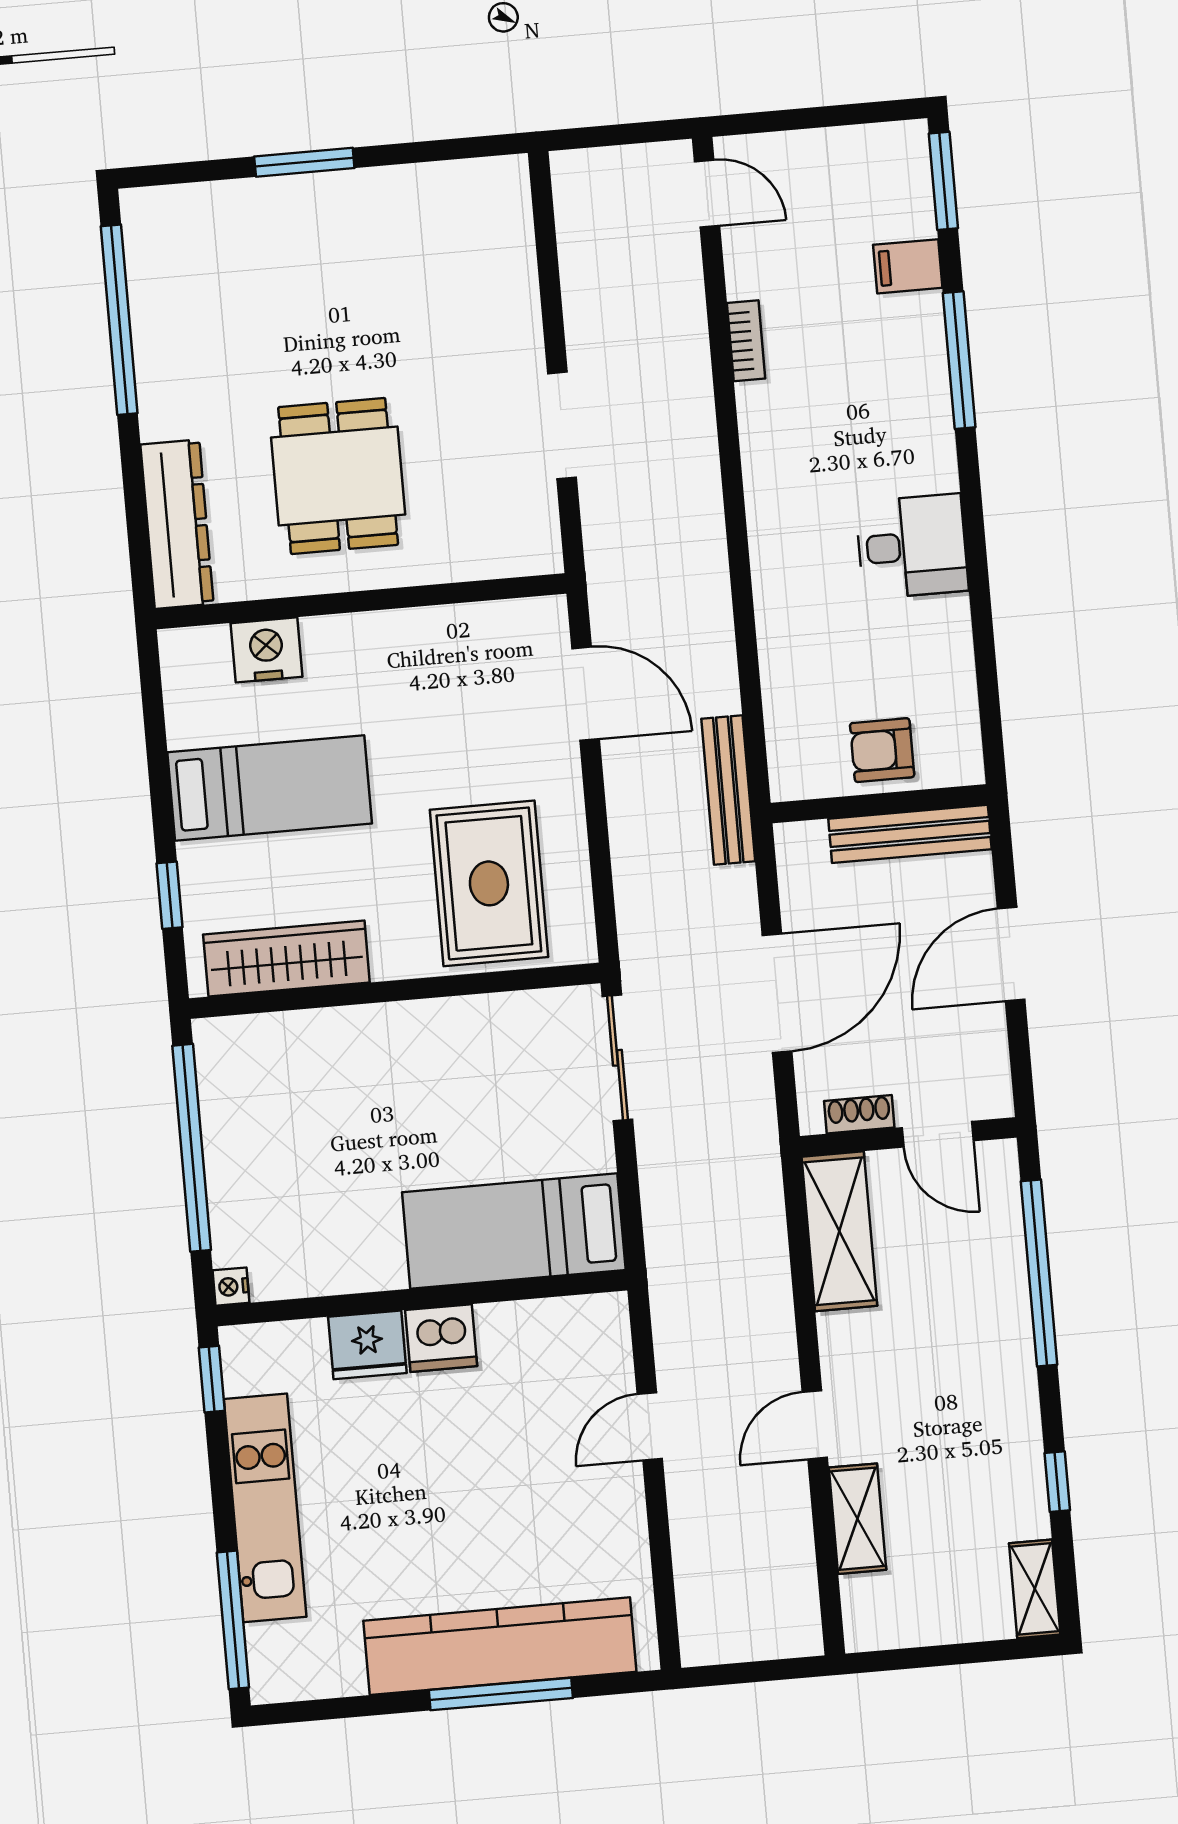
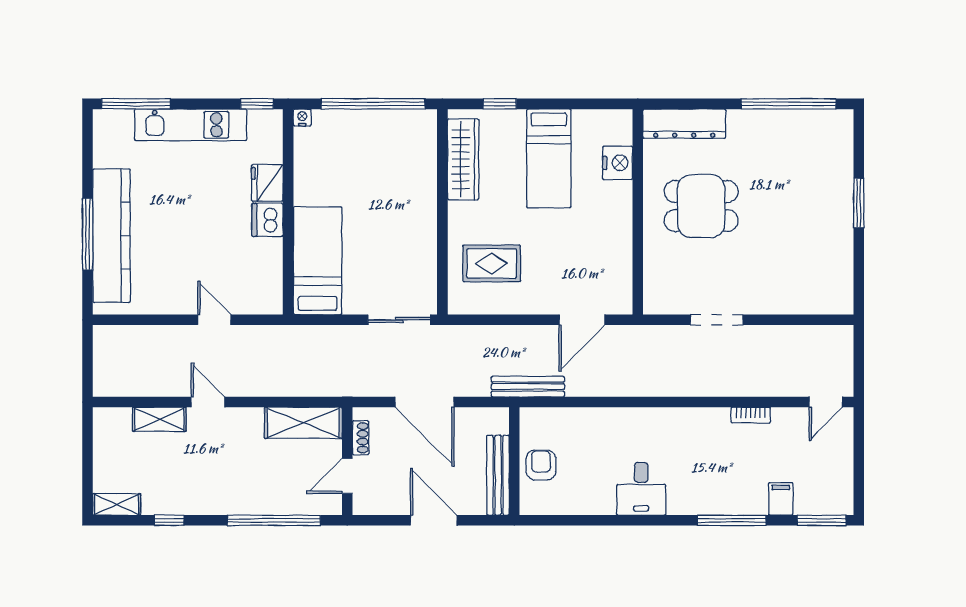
rug: (489, 883) -> (492, 263), width x0.73, depth x0.70

